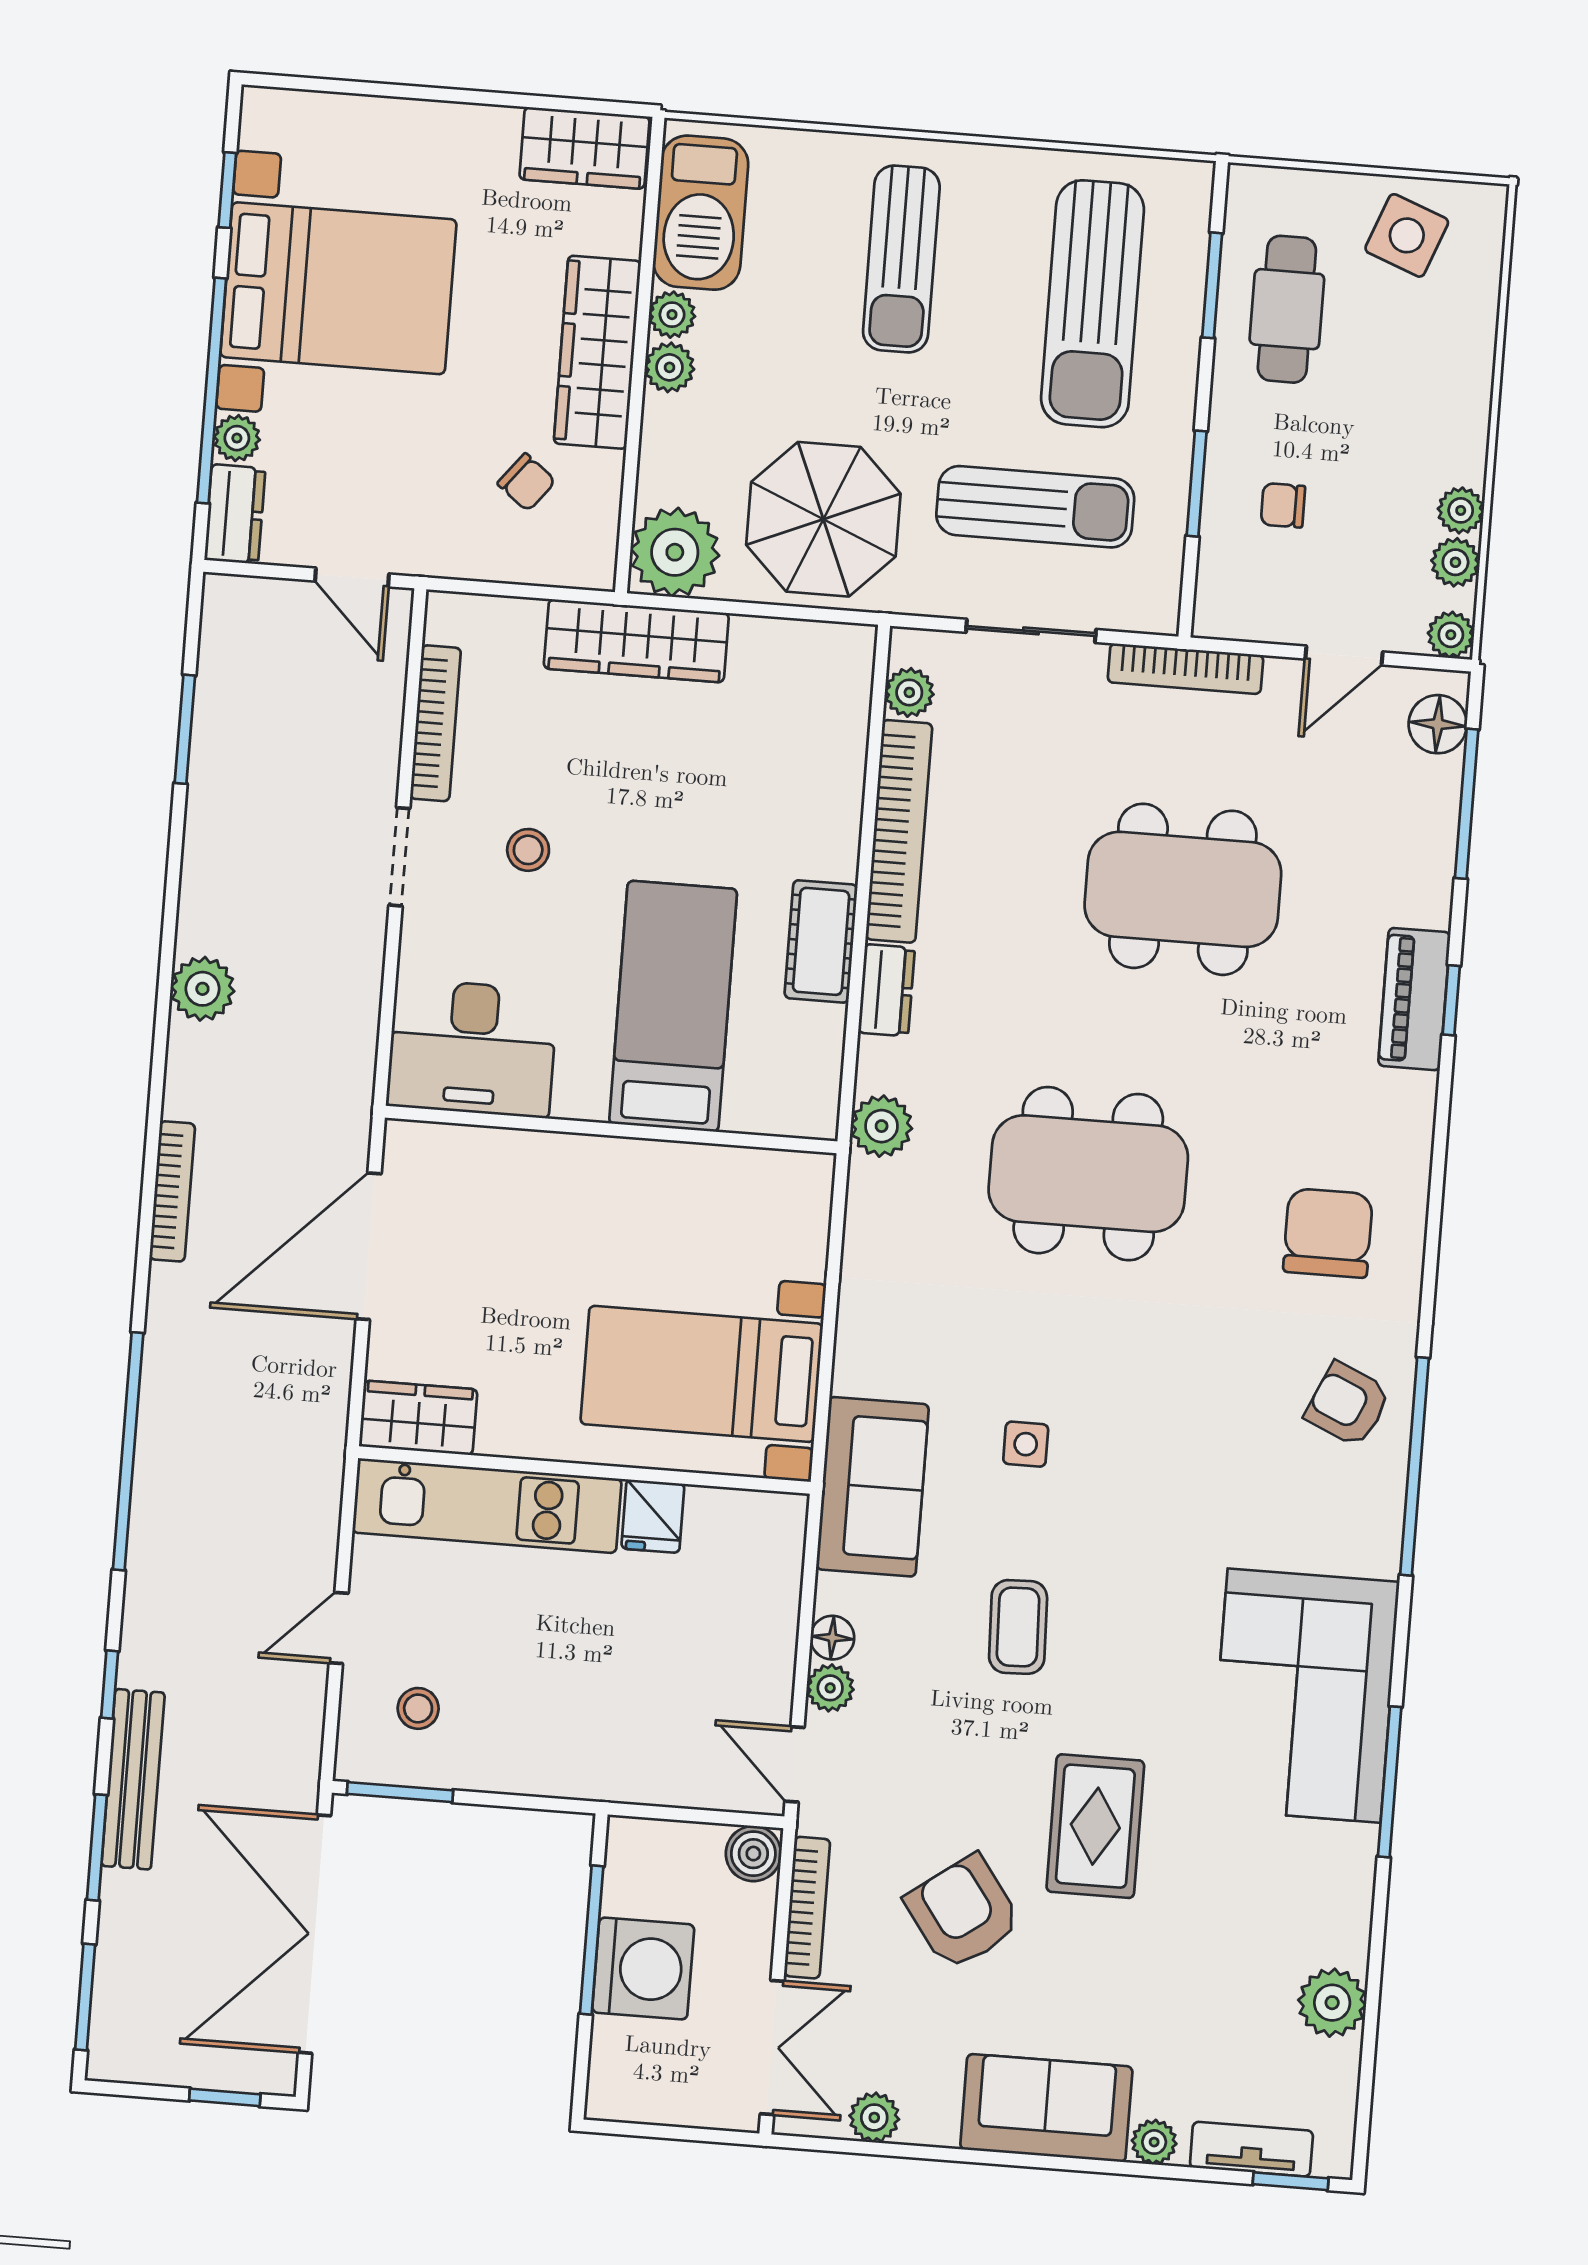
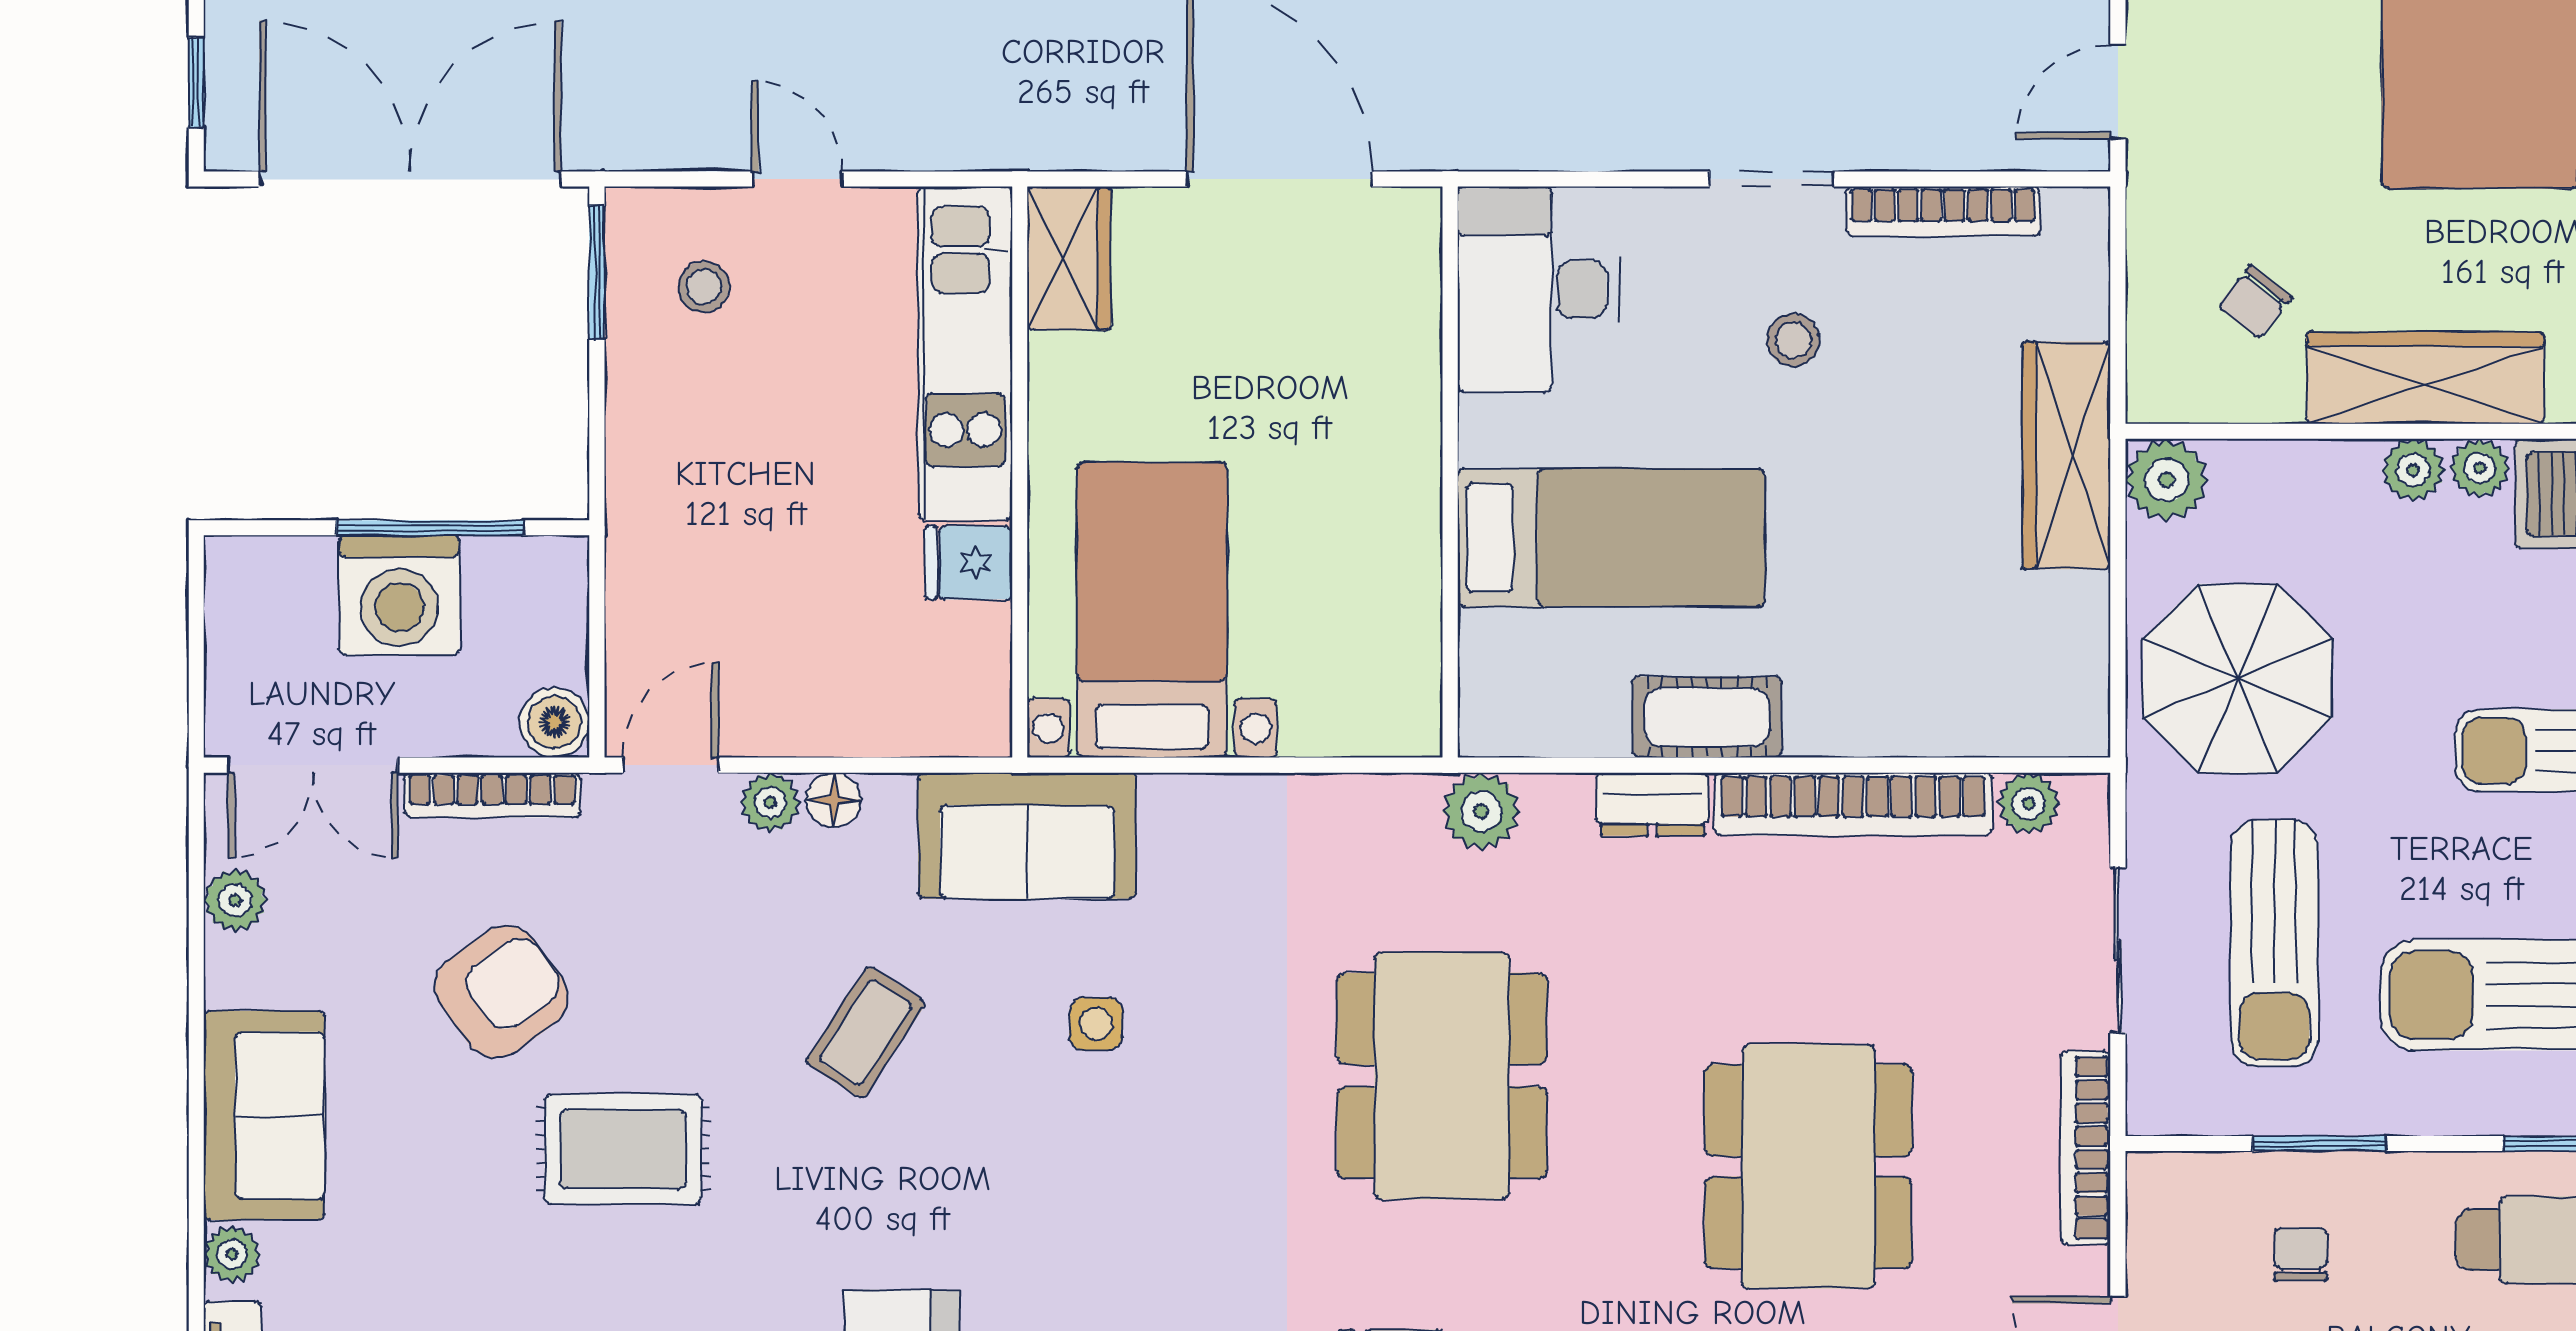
plant: (675, 552) -> (2167, 480), width x0.73, depth x0.73
coffee table: (1018, 1627) -> (865, 1032), turned -55

